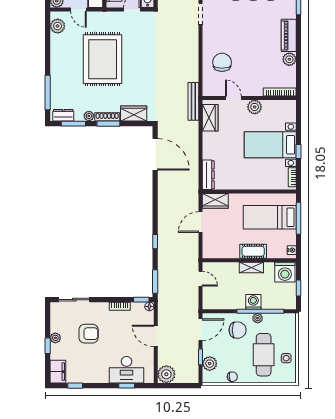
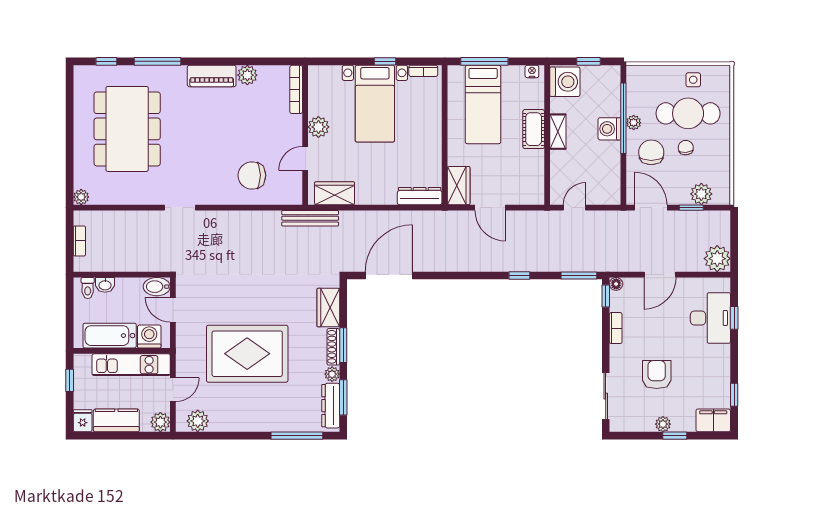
dresser: (63, 115) -> (331, 406), width x1.44
chair: (232, 377) -> (686, 148), moved

